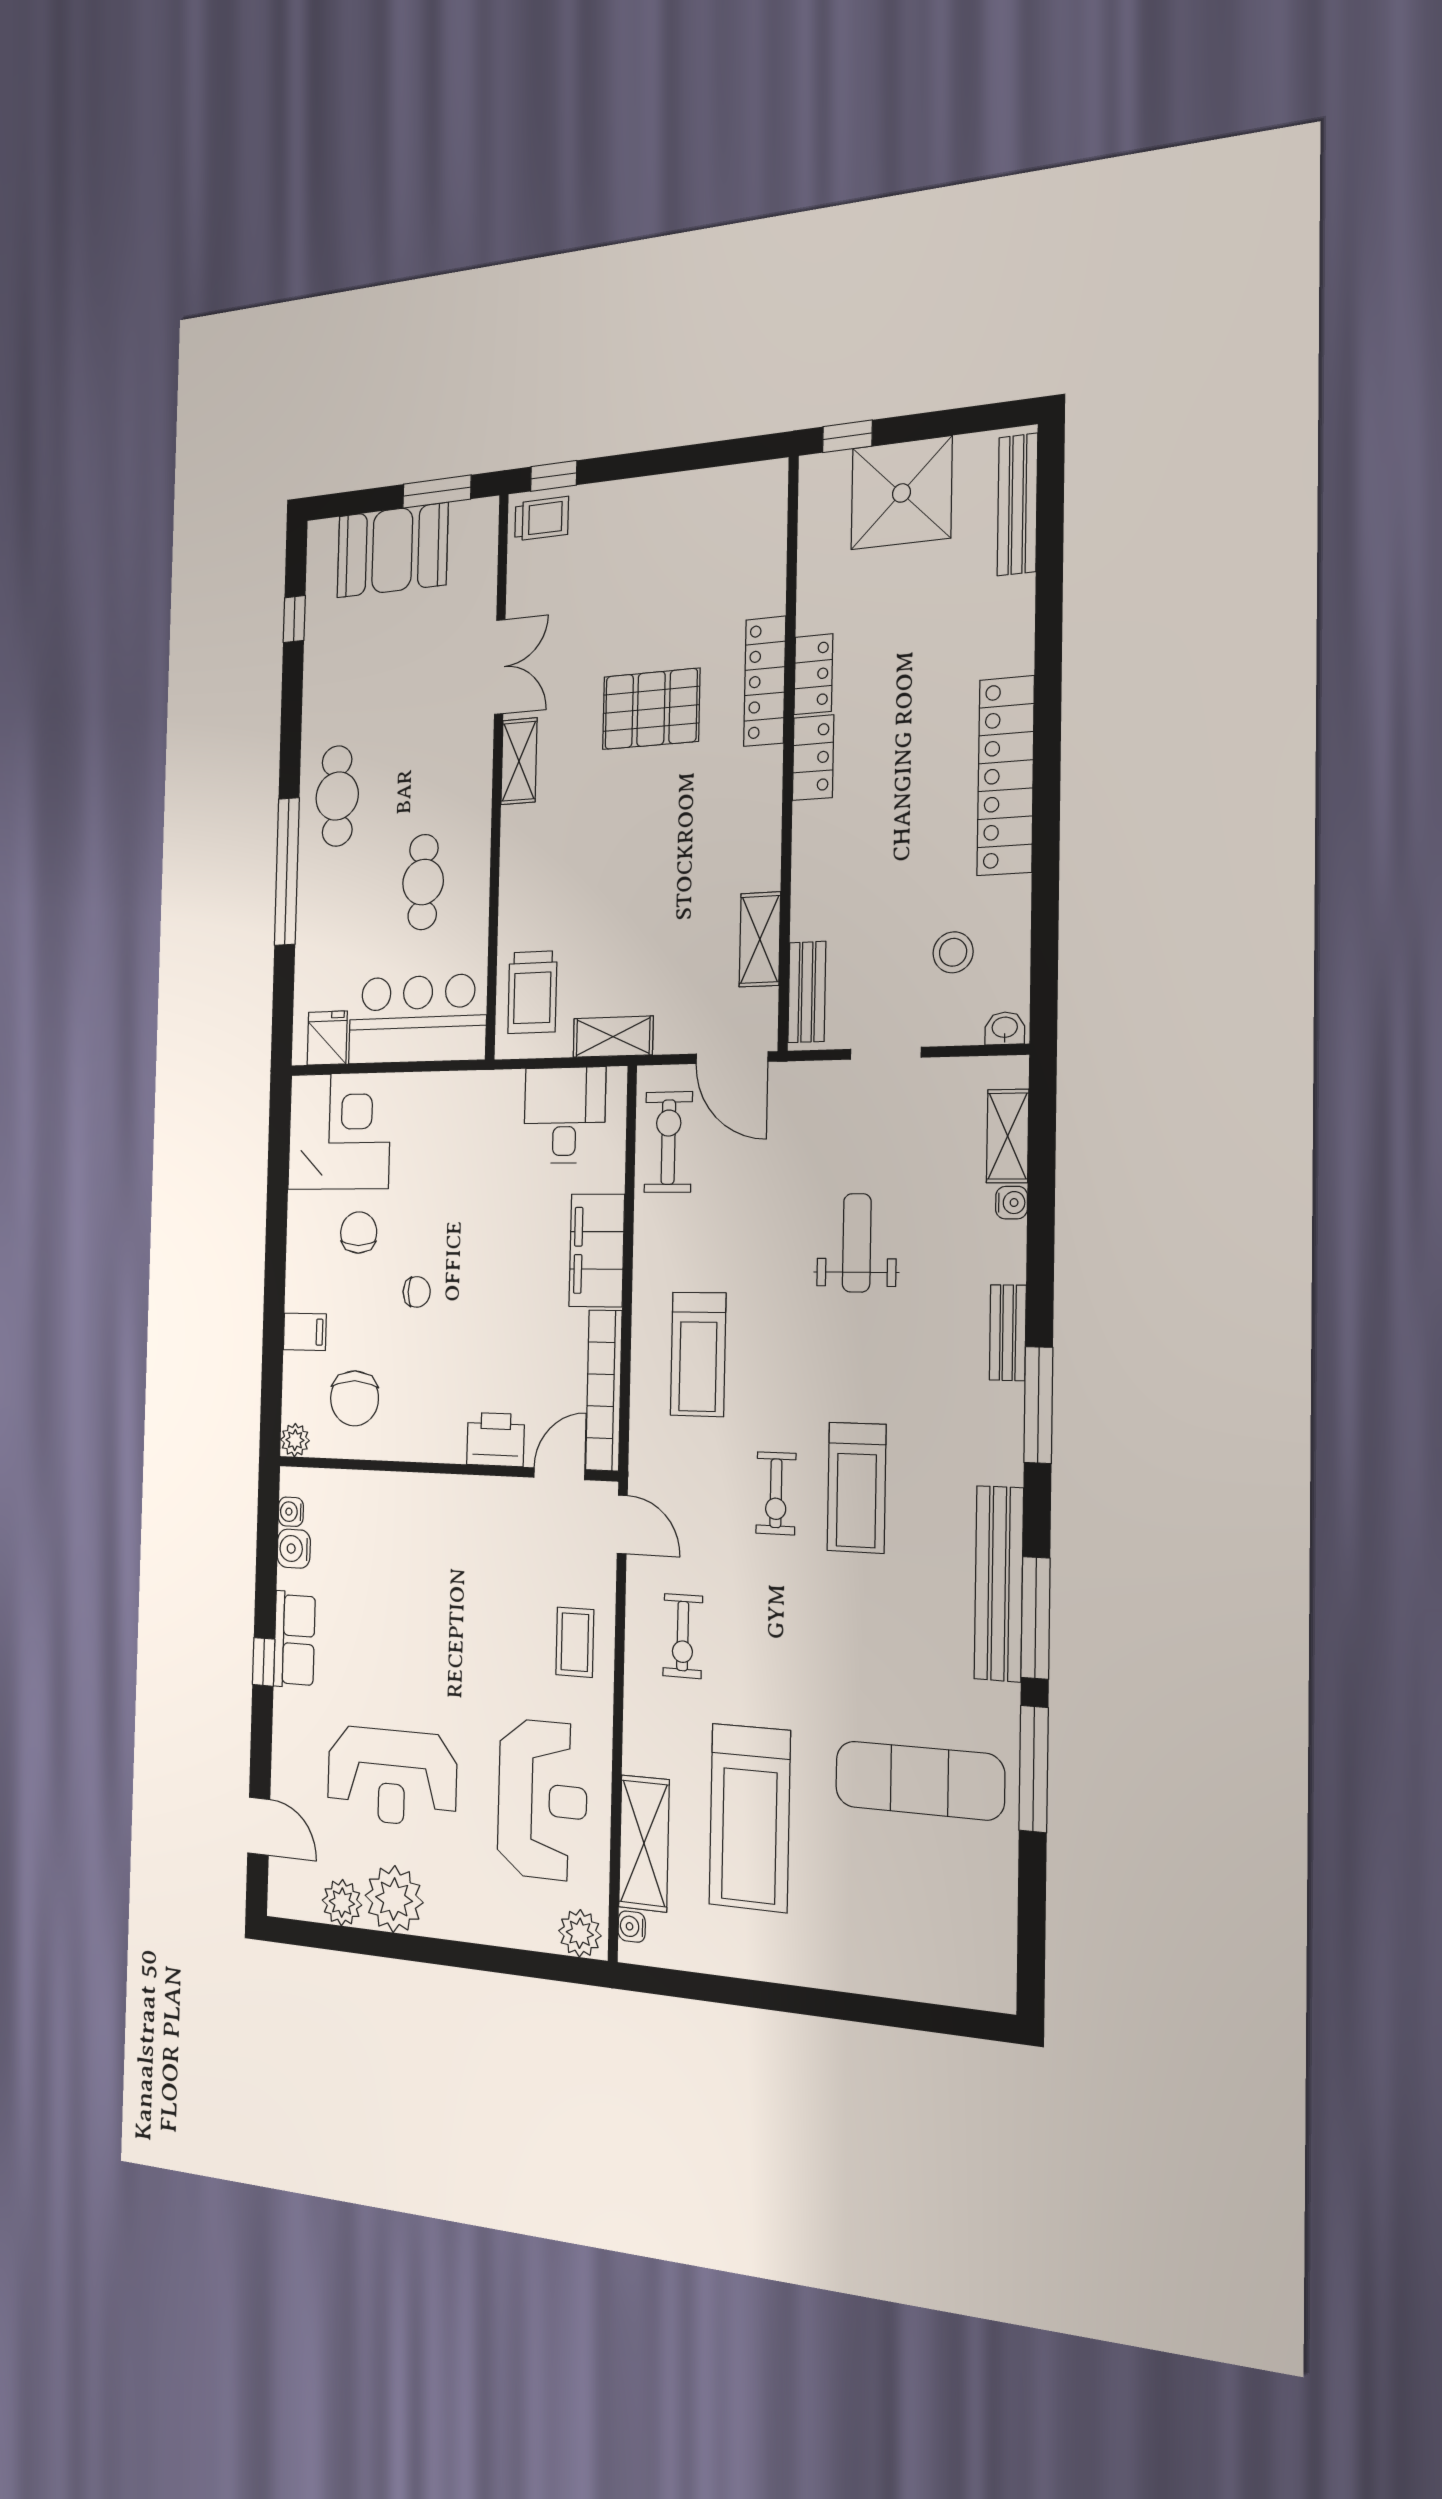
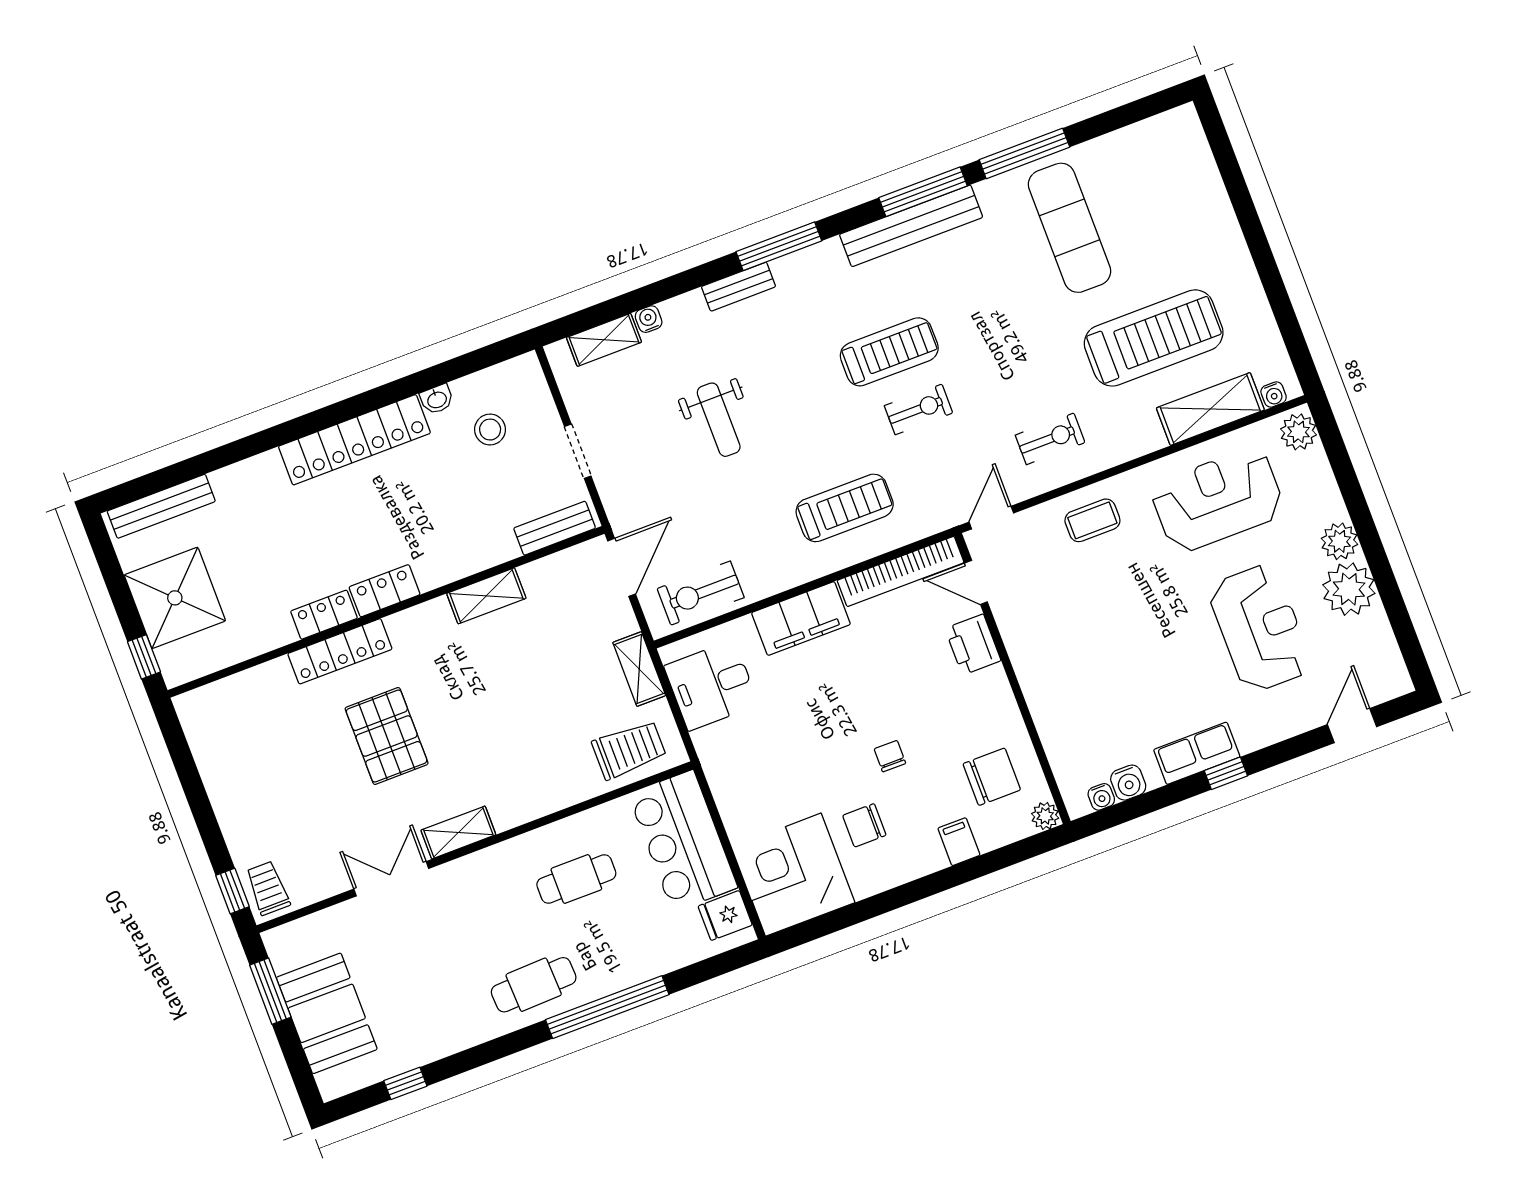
shelving: (760, 939) -> (486, 596), moved
washbasin: (1005, 1028) -> (437, 399), moved, turned -90
weight bench: (857, 1243) -> (719, 420), turned -90
plant: (342, 1903) -> (1340, 541), moved

